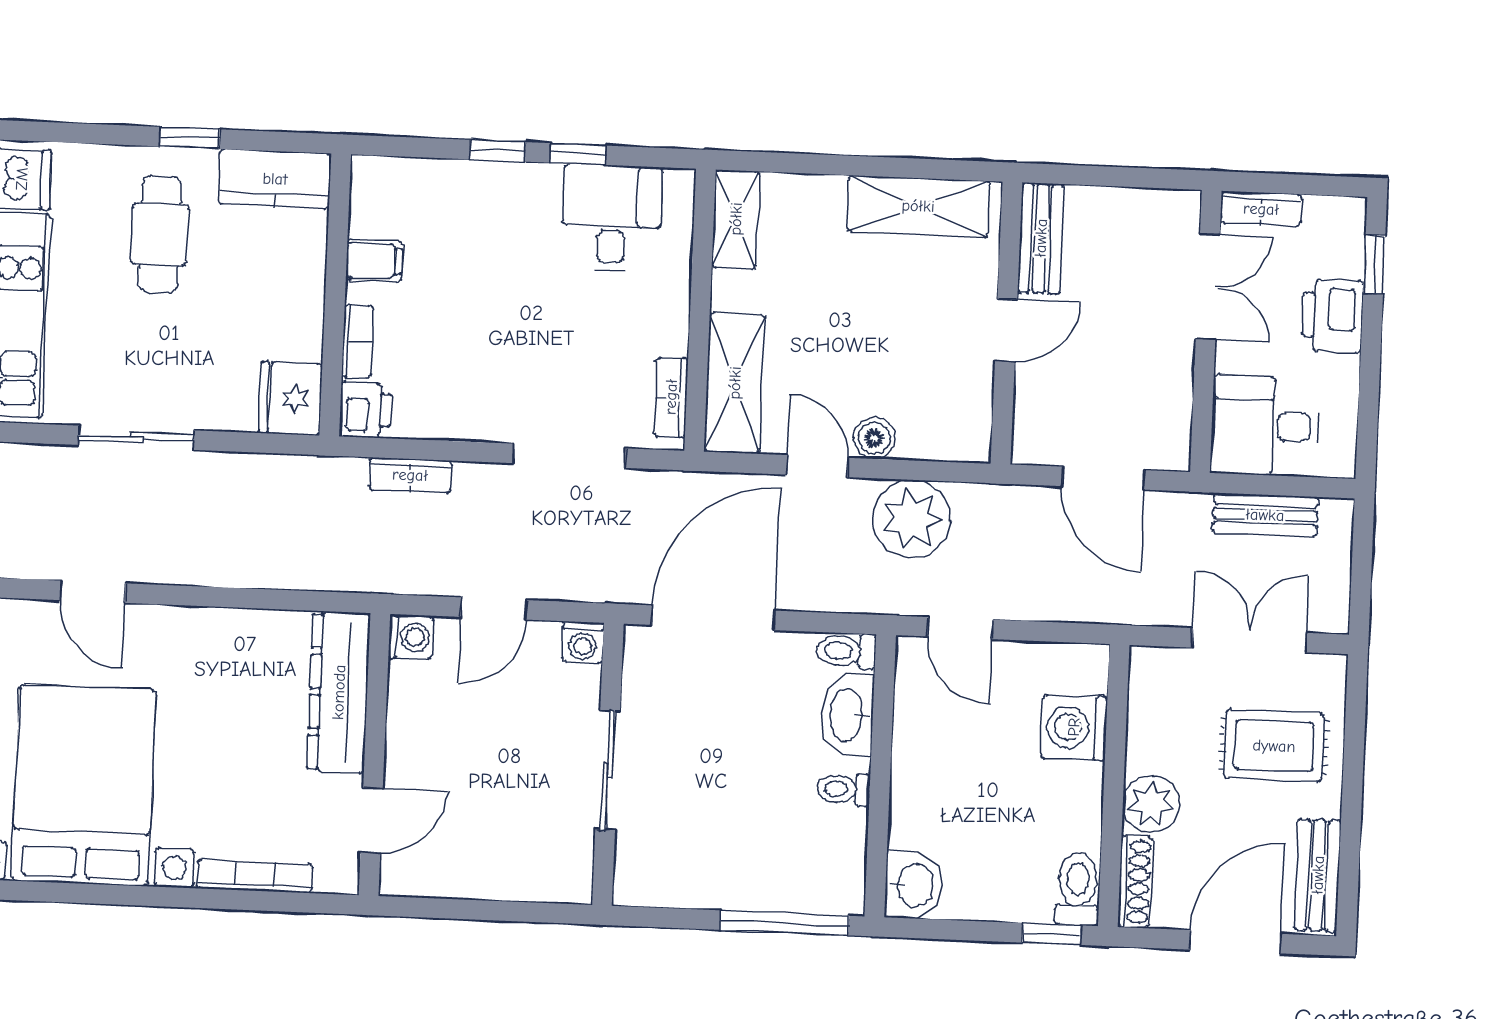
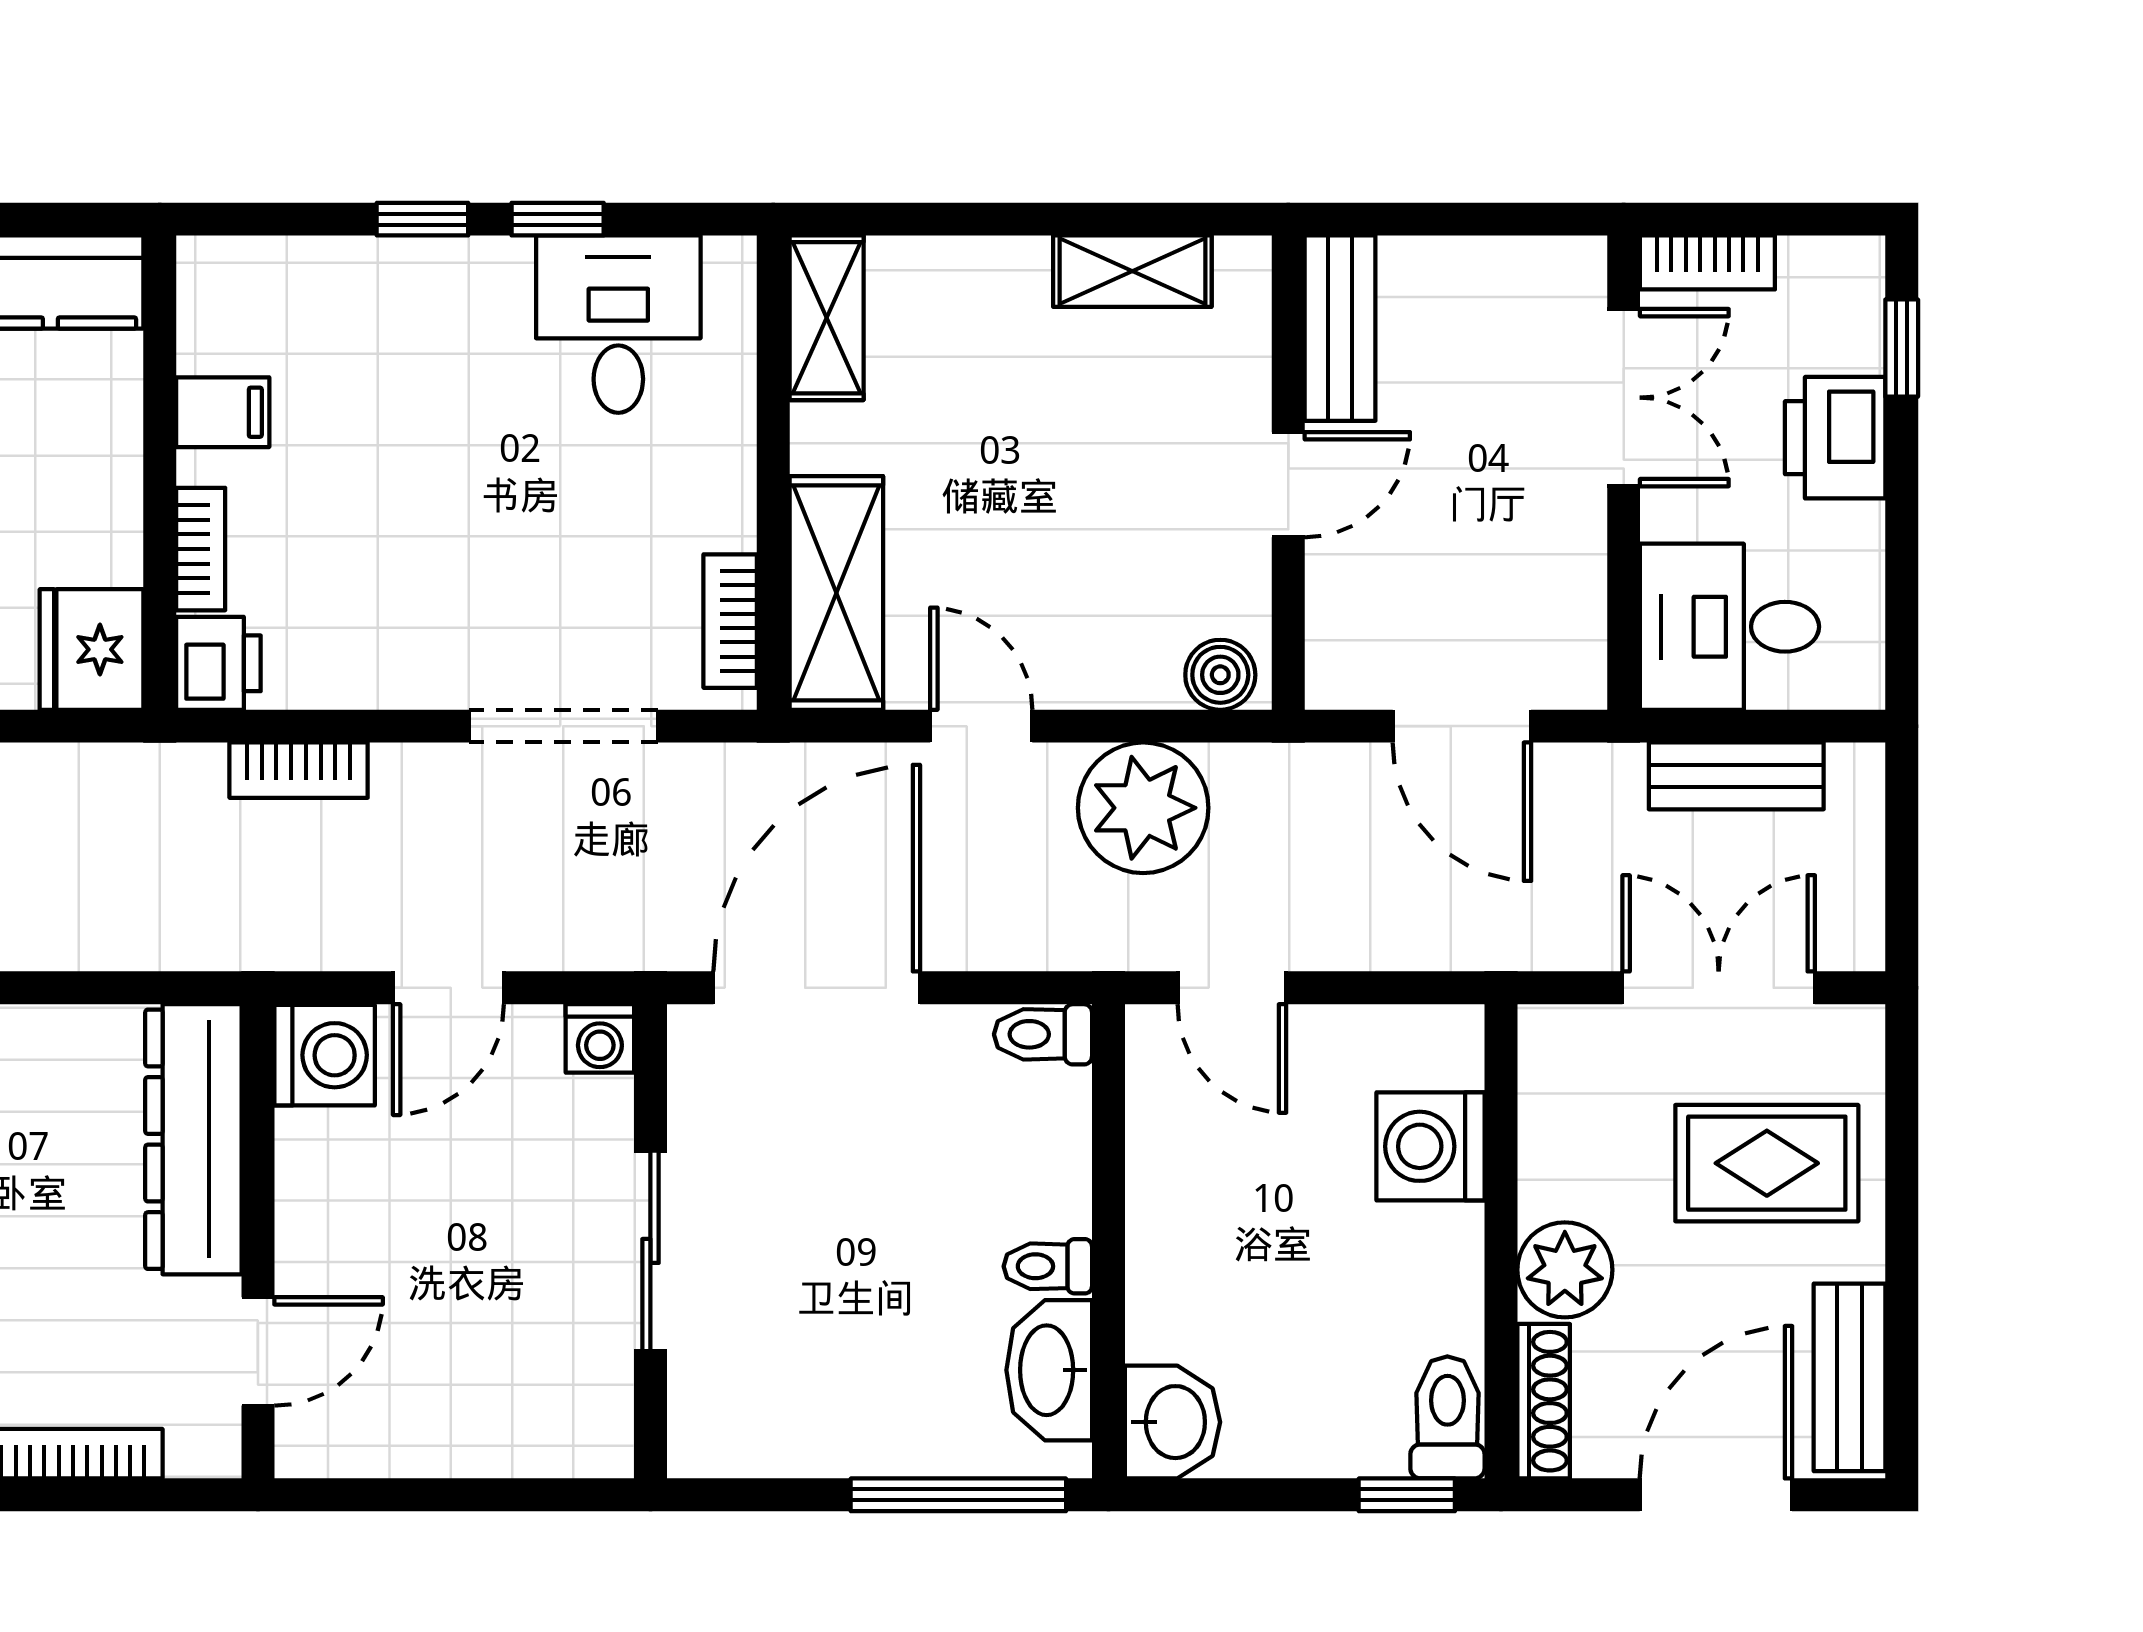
shelving: (918, 206) -> (1132, 271), width x0.67, depth x0.75
boiler: (874, 438) -> (1220, 675), moved
washing machine: (411, 637) -> (325, 1055), width x1.38, depth x1.38
washbasin: (848, 715) -> (1049, 1370), moved

